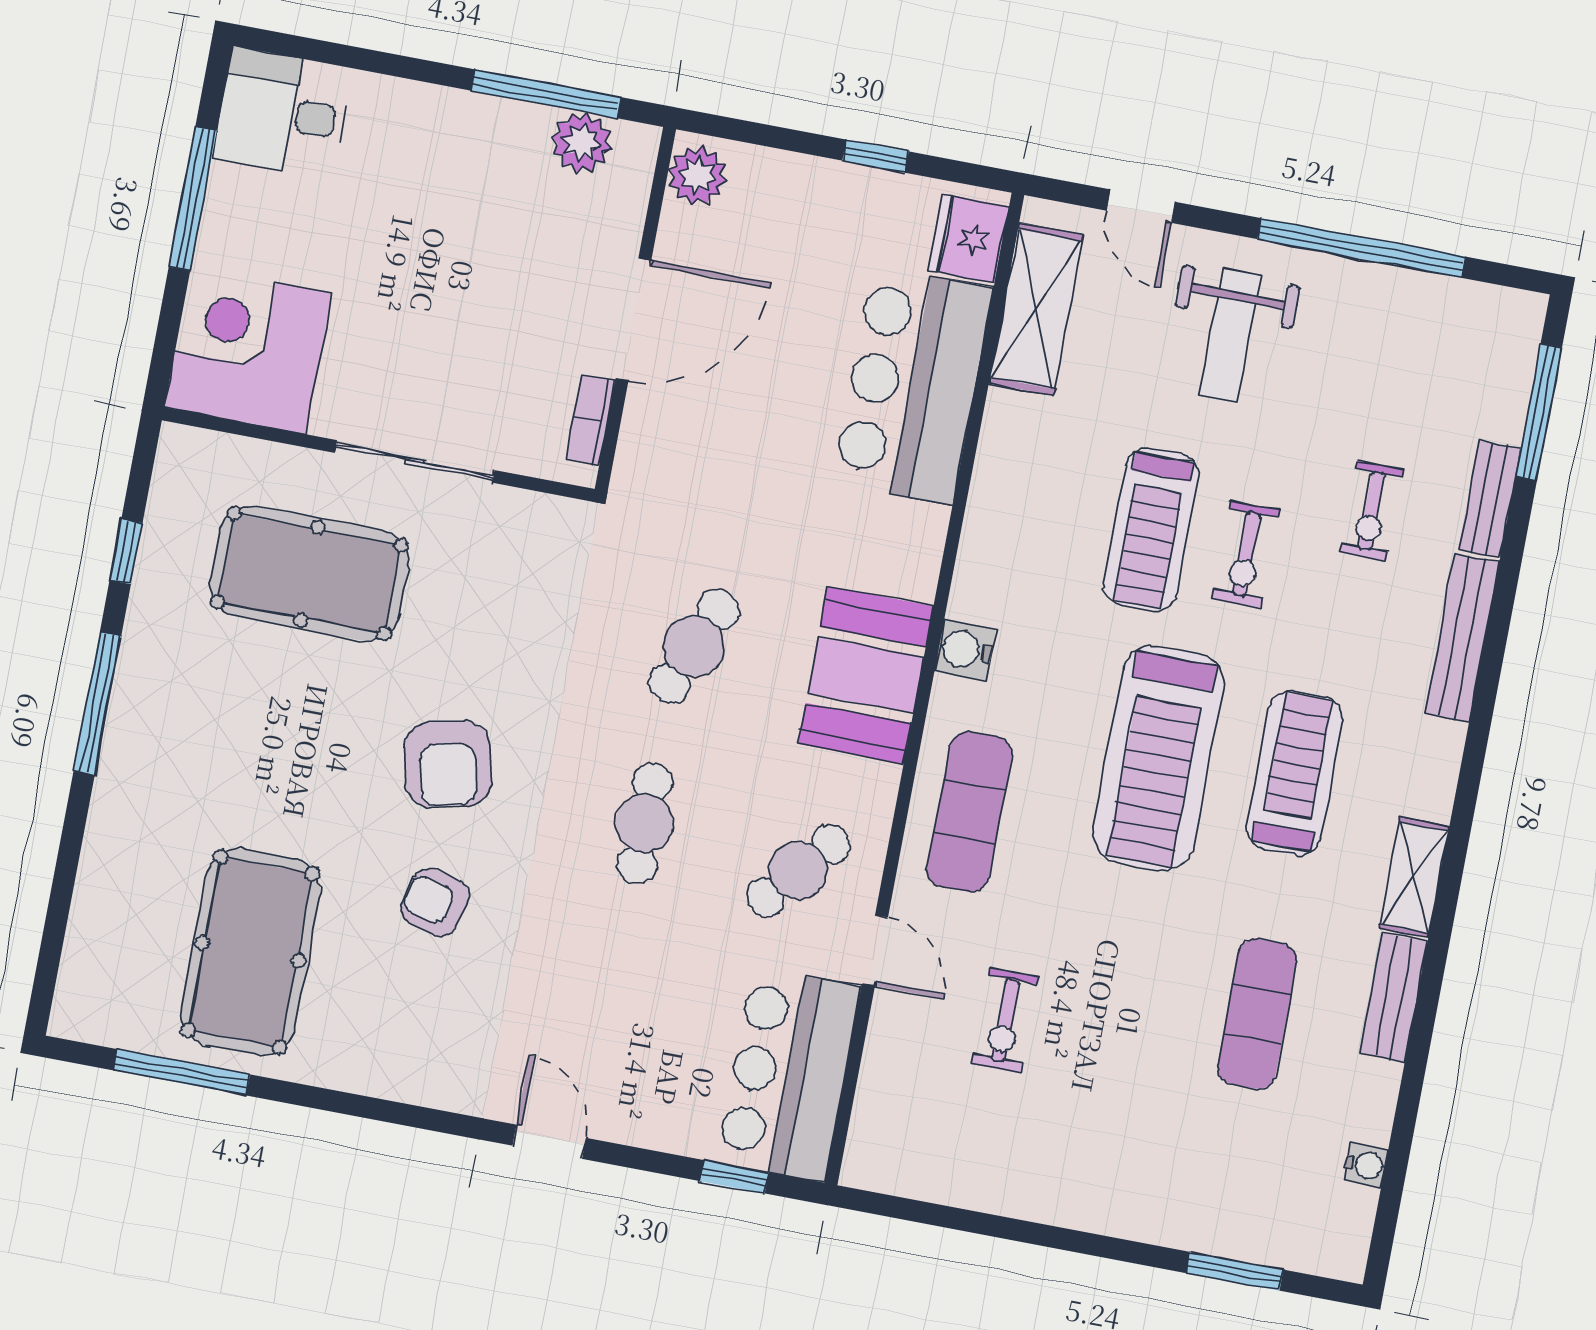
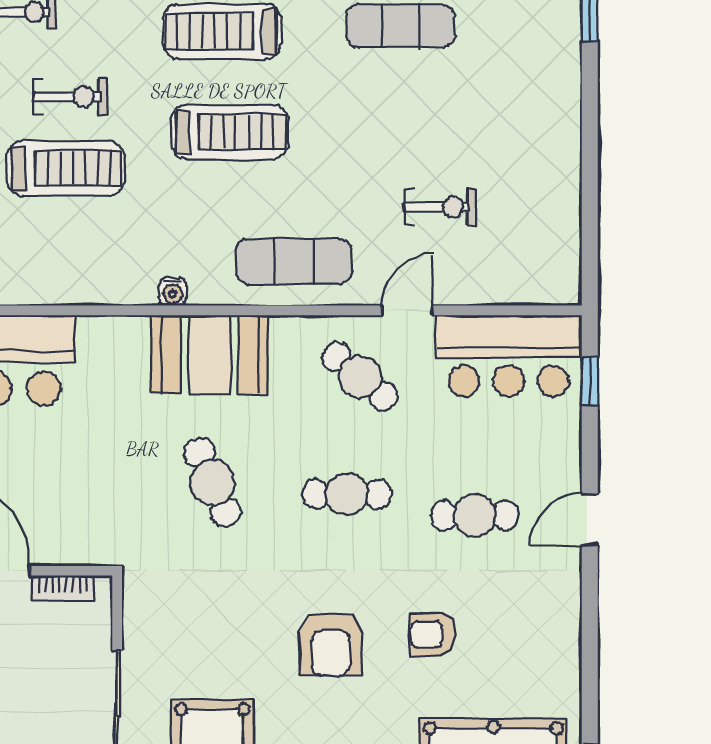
cafe table: (694, 646) -> (212, 483), turned 43
water cooler: (965, 650) -> (173, 292), width x0.72, depth x0.72
treadmill: (1158, 758) -> (230, 132), width x0.73, depth x0.73
armchair: (448, 764) -> (331, 644), turned 102
armchair: (435, 902) -> (432, 634), turned 75
cafe table: (584, 989) -> (475, 515), added

